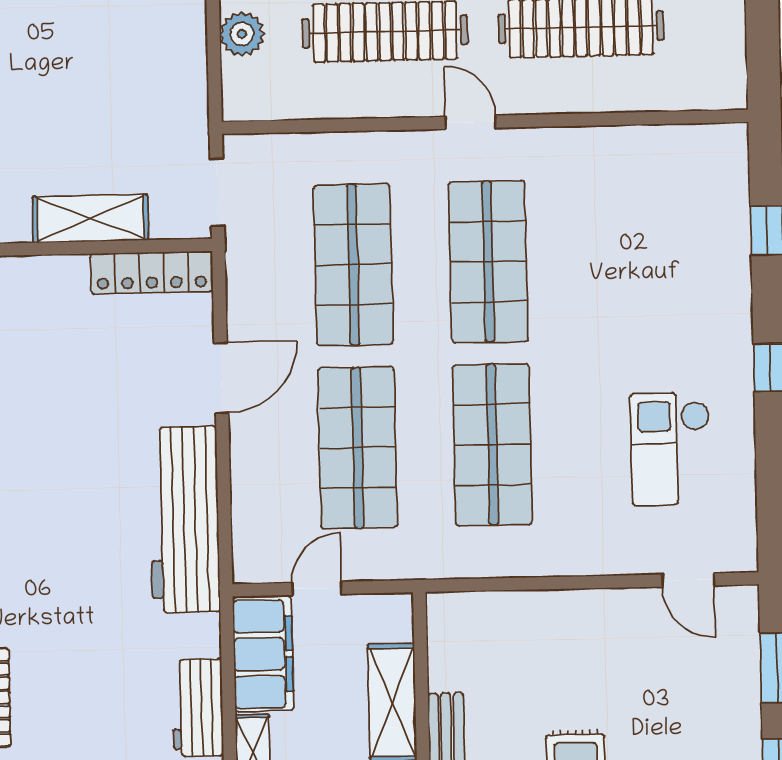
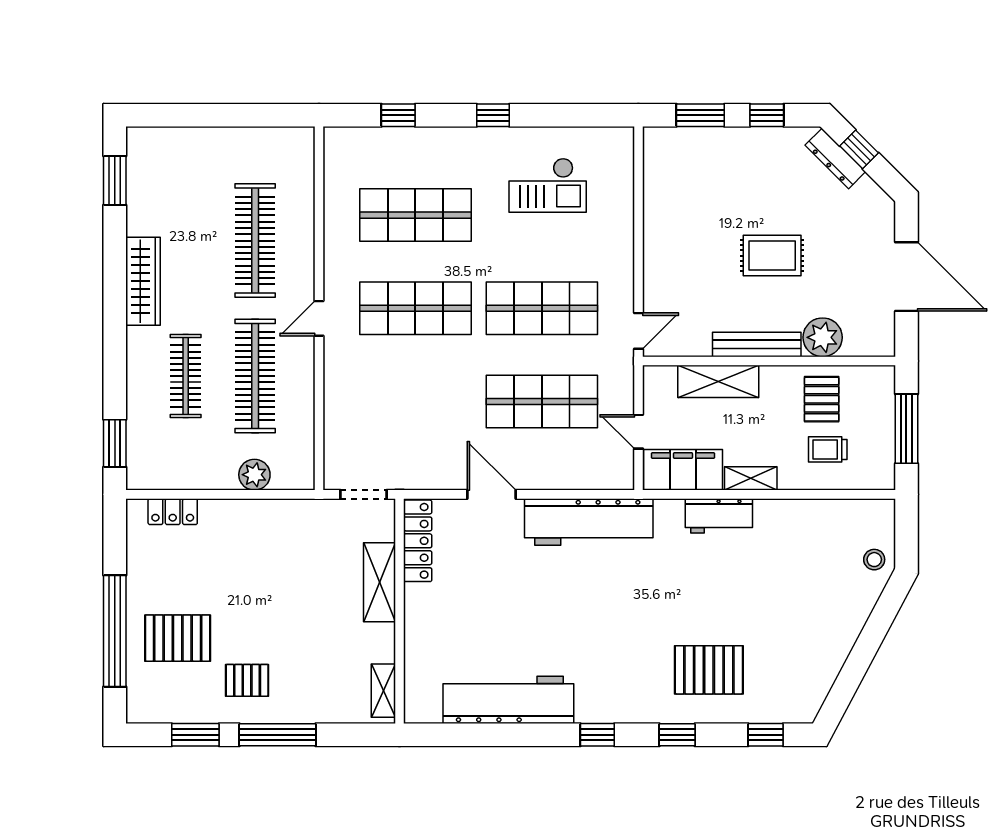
shop shelf: (353, 265) -> (415, 215), moved
door: (688, 580) -> (638, 331), moved

